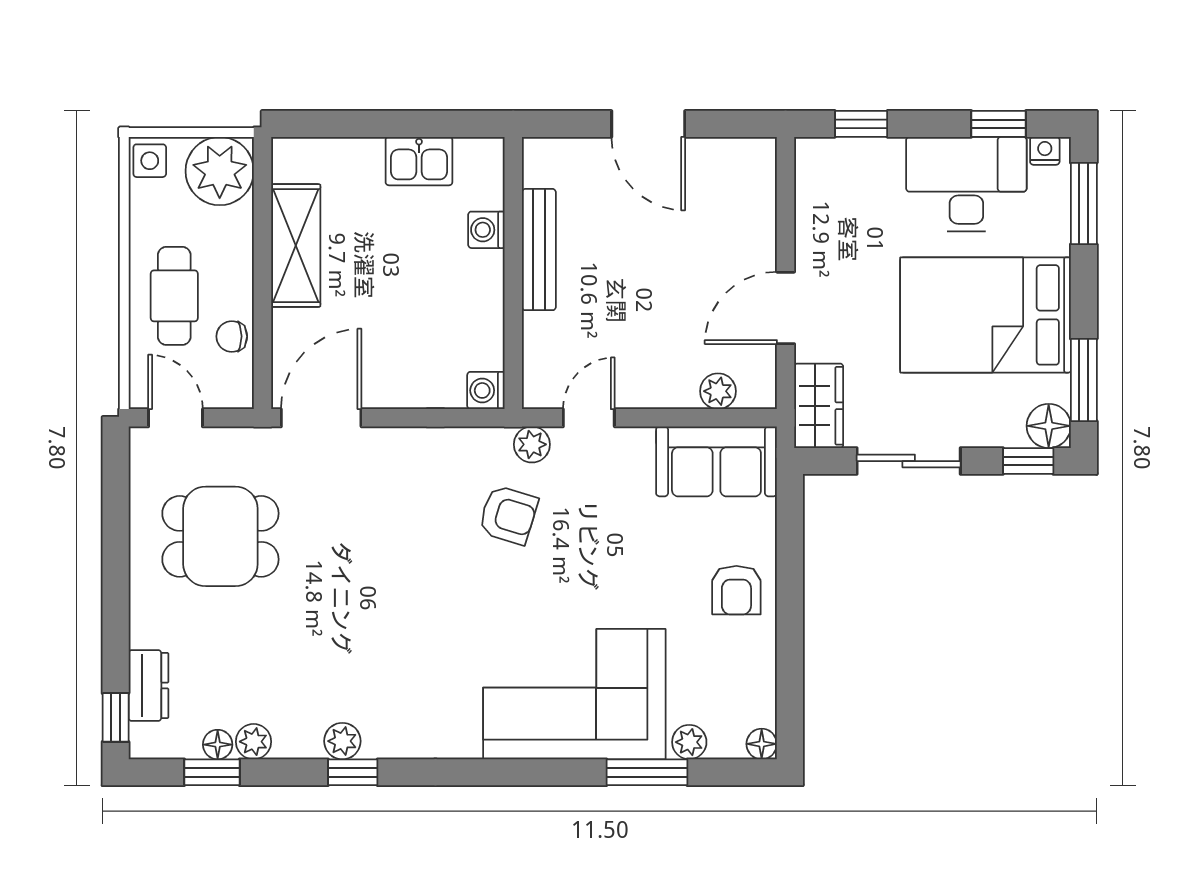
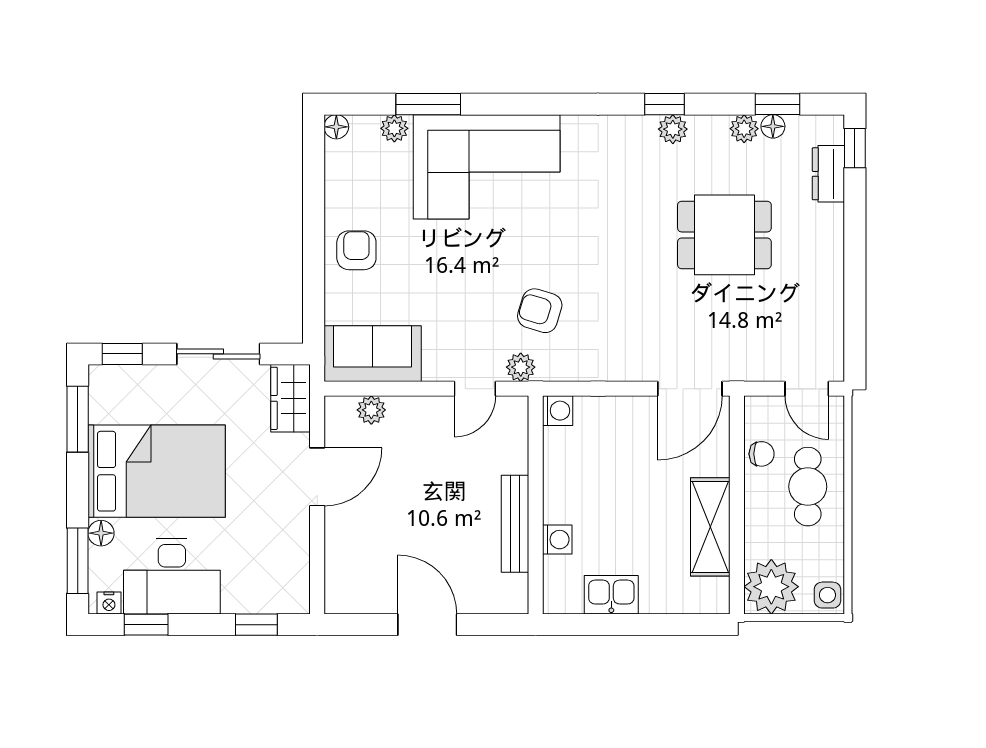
floor lamp: (1049, 426) -> (101, 533), moved, width x0.73, depth x0.73
dining table: (220, 536) -> (724, 235), moved

